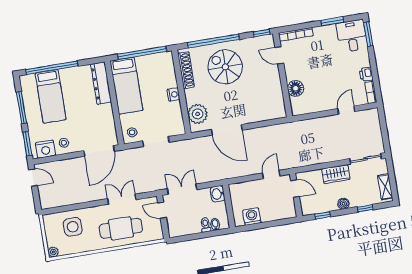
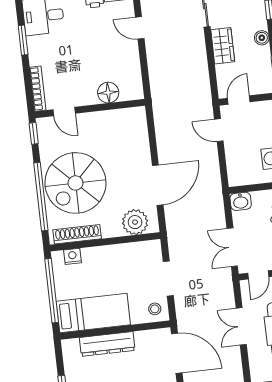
door: (279, 55) -> (64, 112), hinge flipped
spiral stairs: (225, 67) -> (75, 183), width x1.37, depth x1.37
dresser: (101, 83) -> (107, 344), moved
nightstand: (173, 94) -> (72, 256), moved

